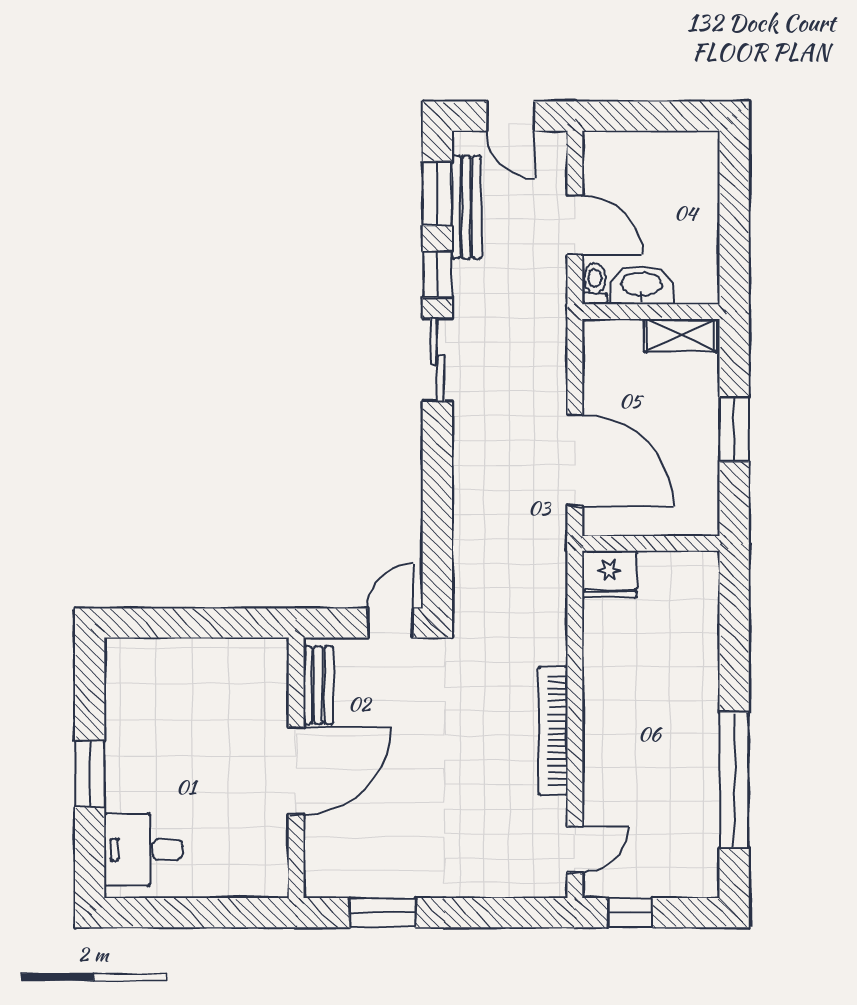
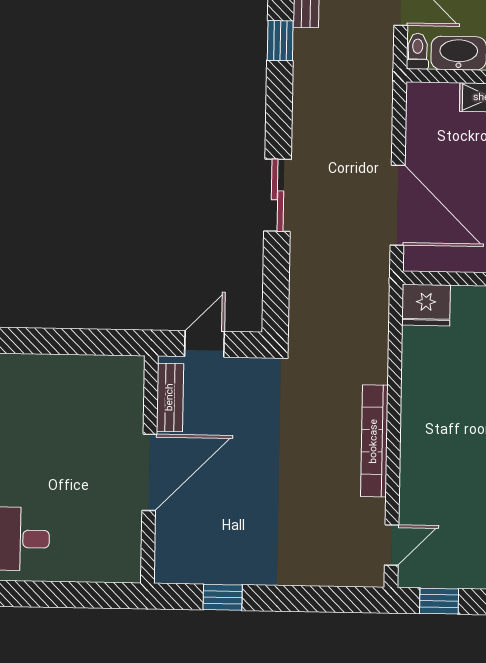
sliding door: (437, 360) -> (278, 195), moved
door: (390, 623) -> (205, 344), moved
window: (383, 913) -> (223, 597), width x0.67

